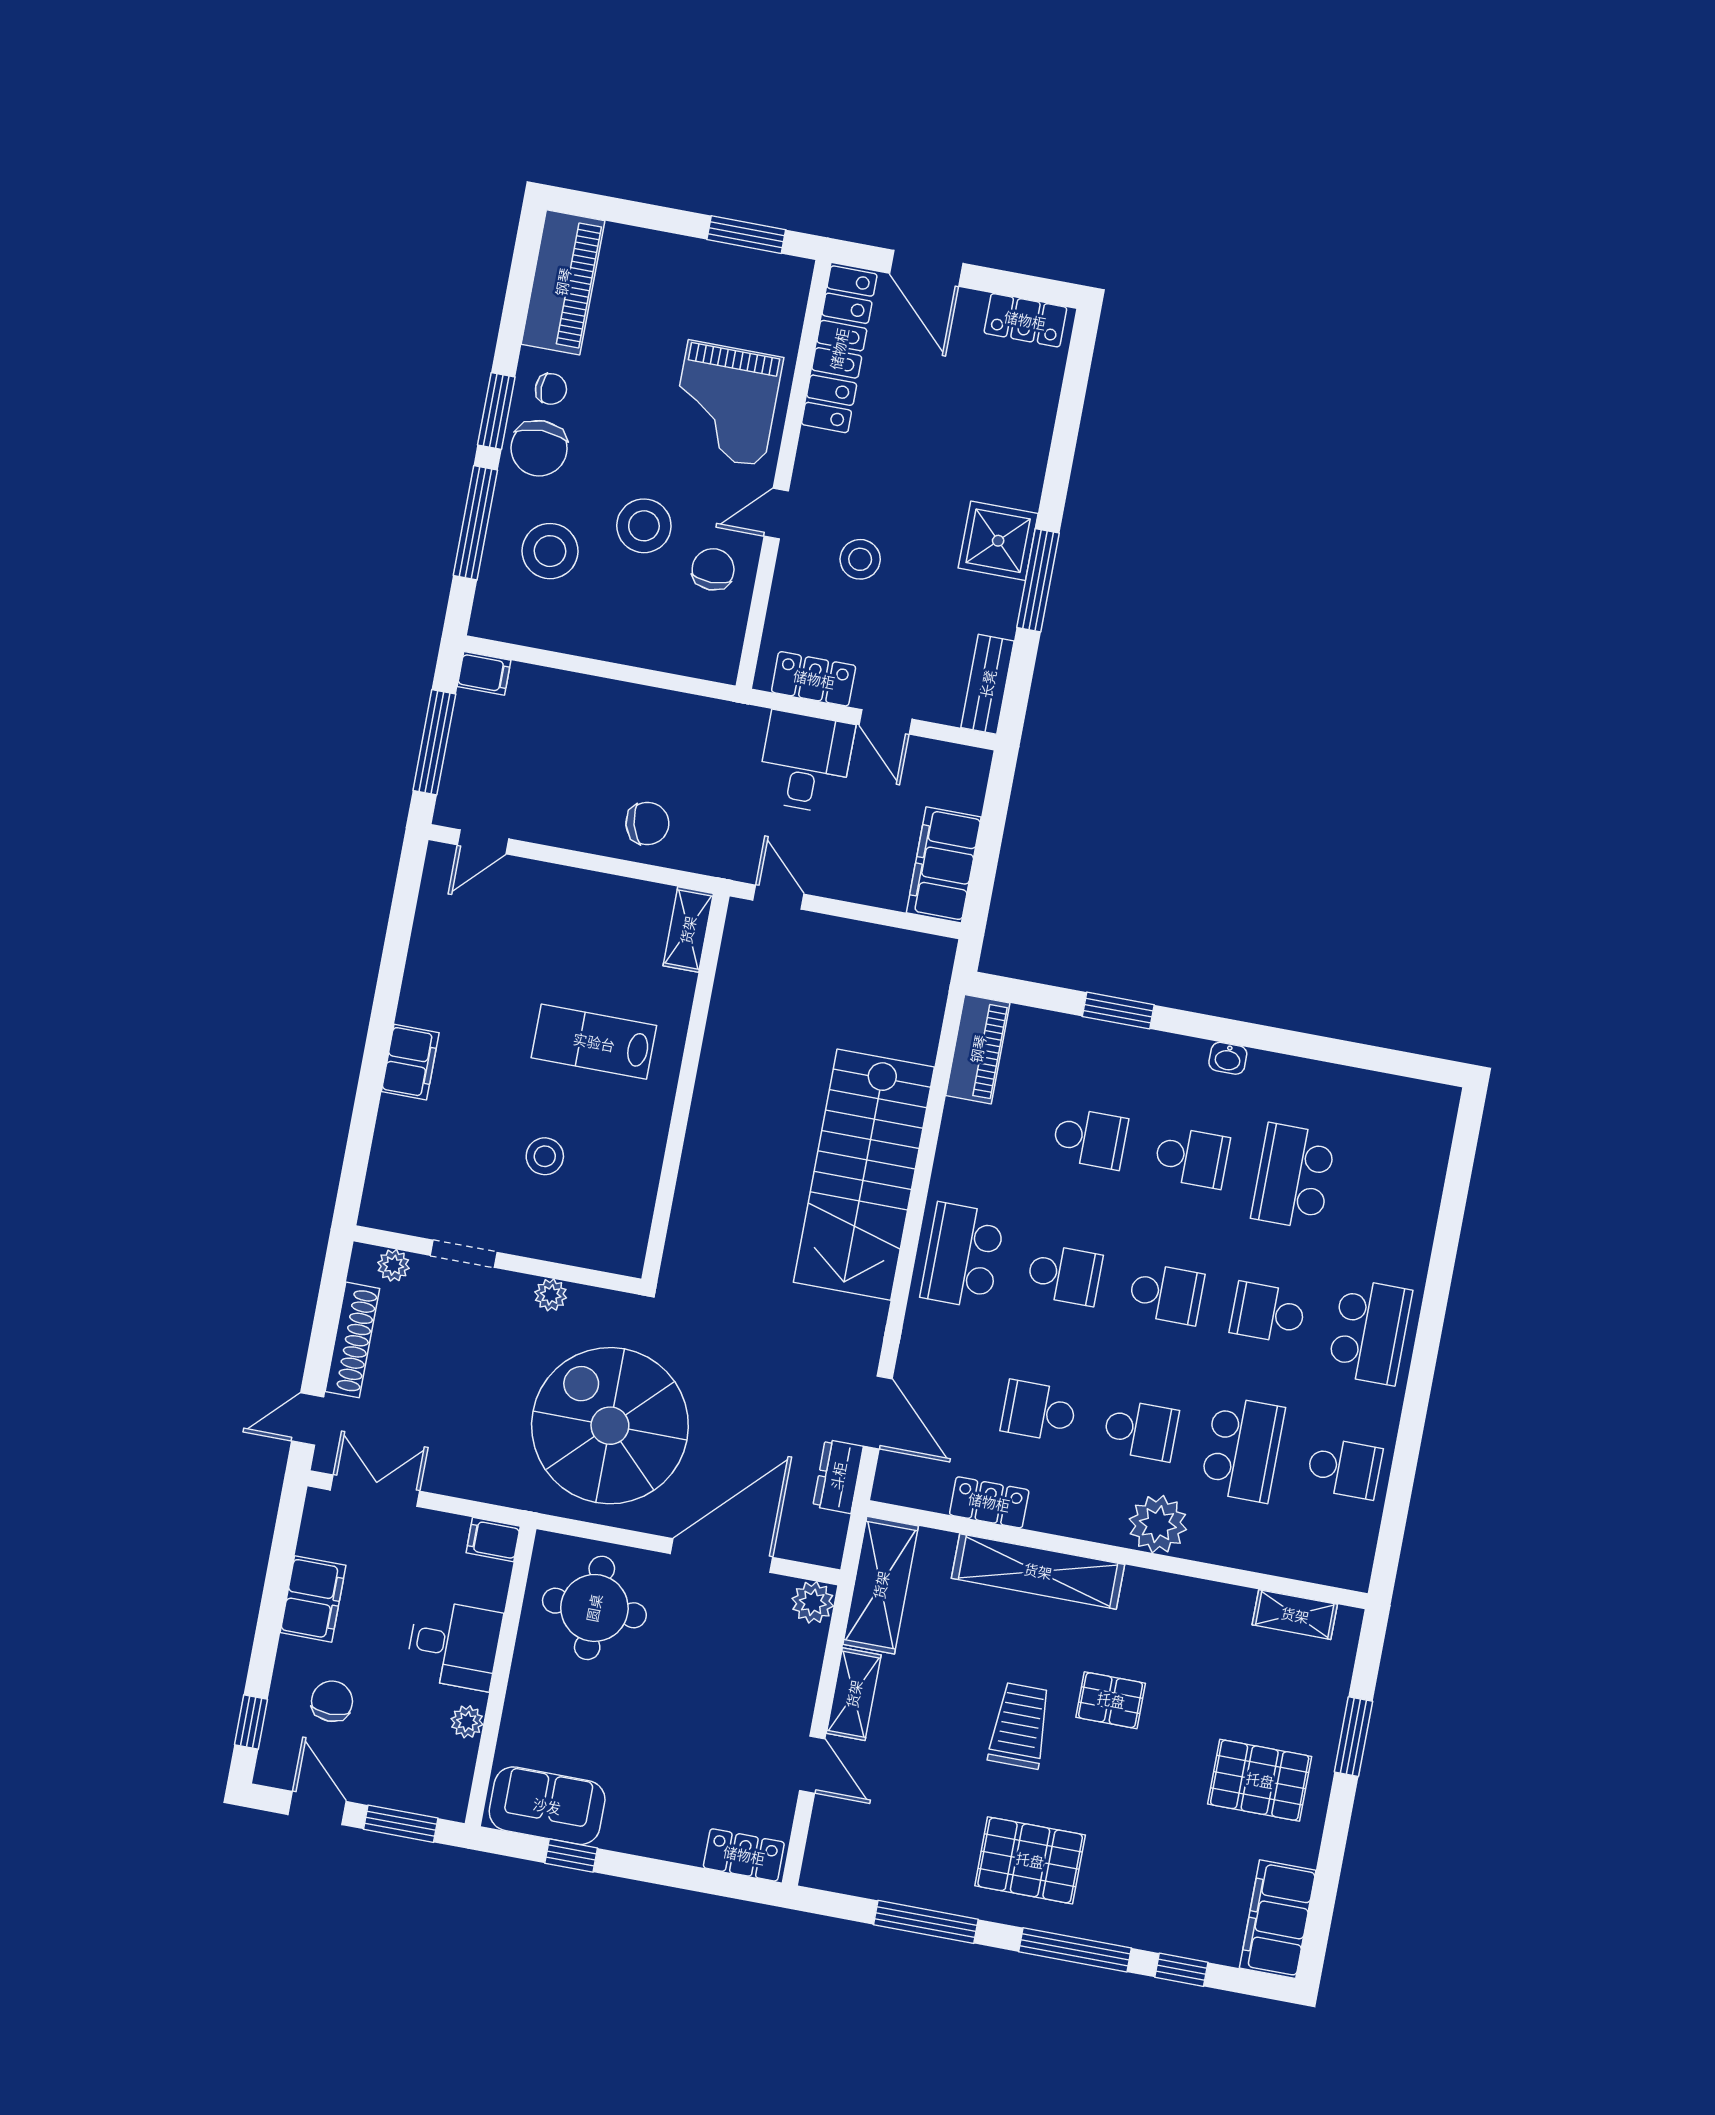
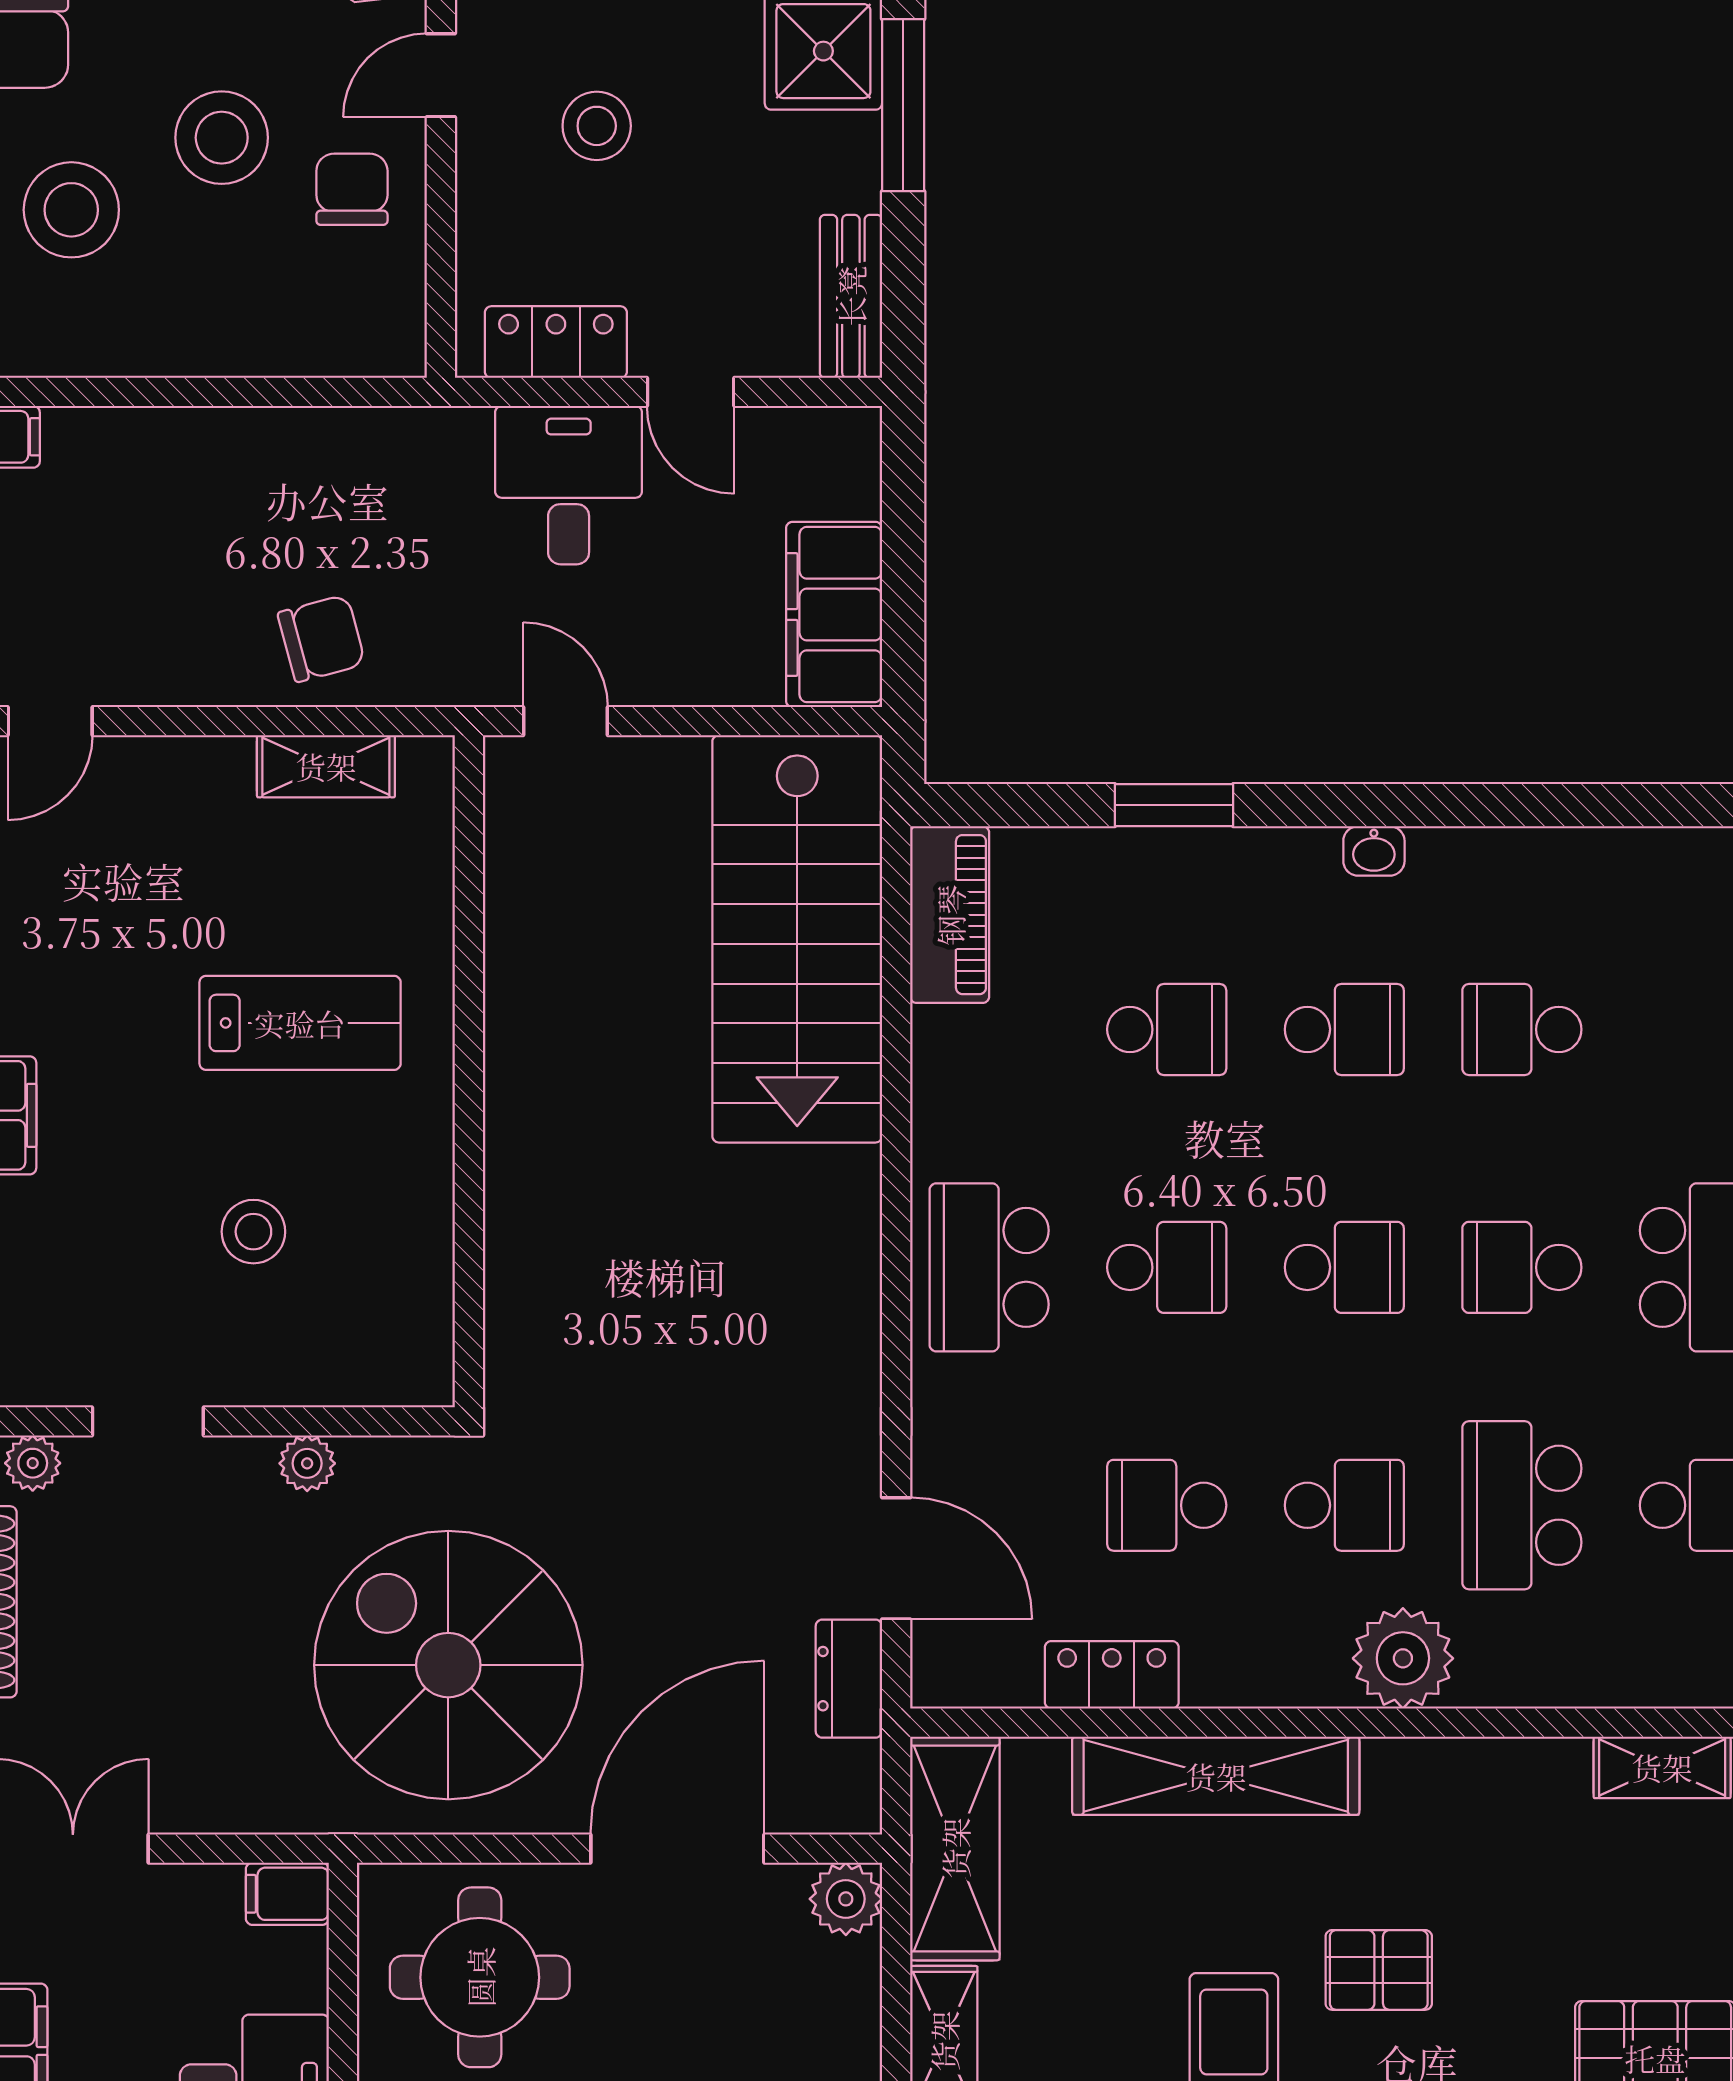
shelving: (688, 930) -> (326, 766), moved, turned 90
lab bench: (594, 1042) -> (300, 1023), turned 180
stairs: (864, 1175) -> (797, 939), moved
school desk: (1294, 1176) -> (1522, 1029), width x0.54
school desk: (1242, 1449) -> (1522, 1505), turned 180

